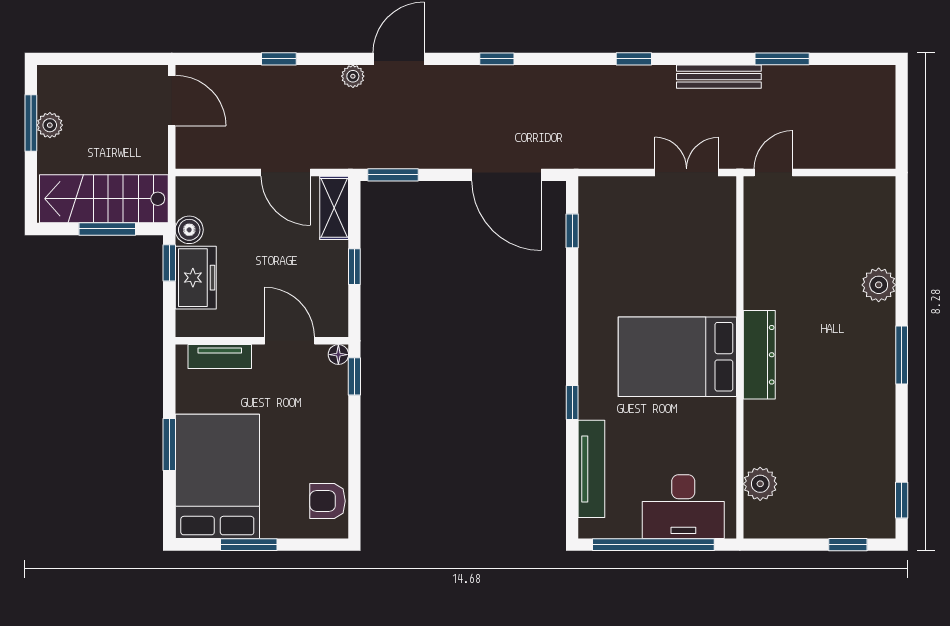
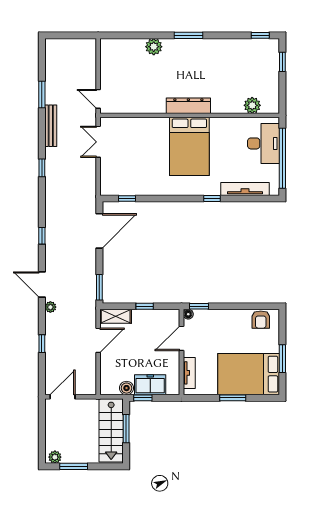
plant: (50, 125) -> (55, 457), moved

